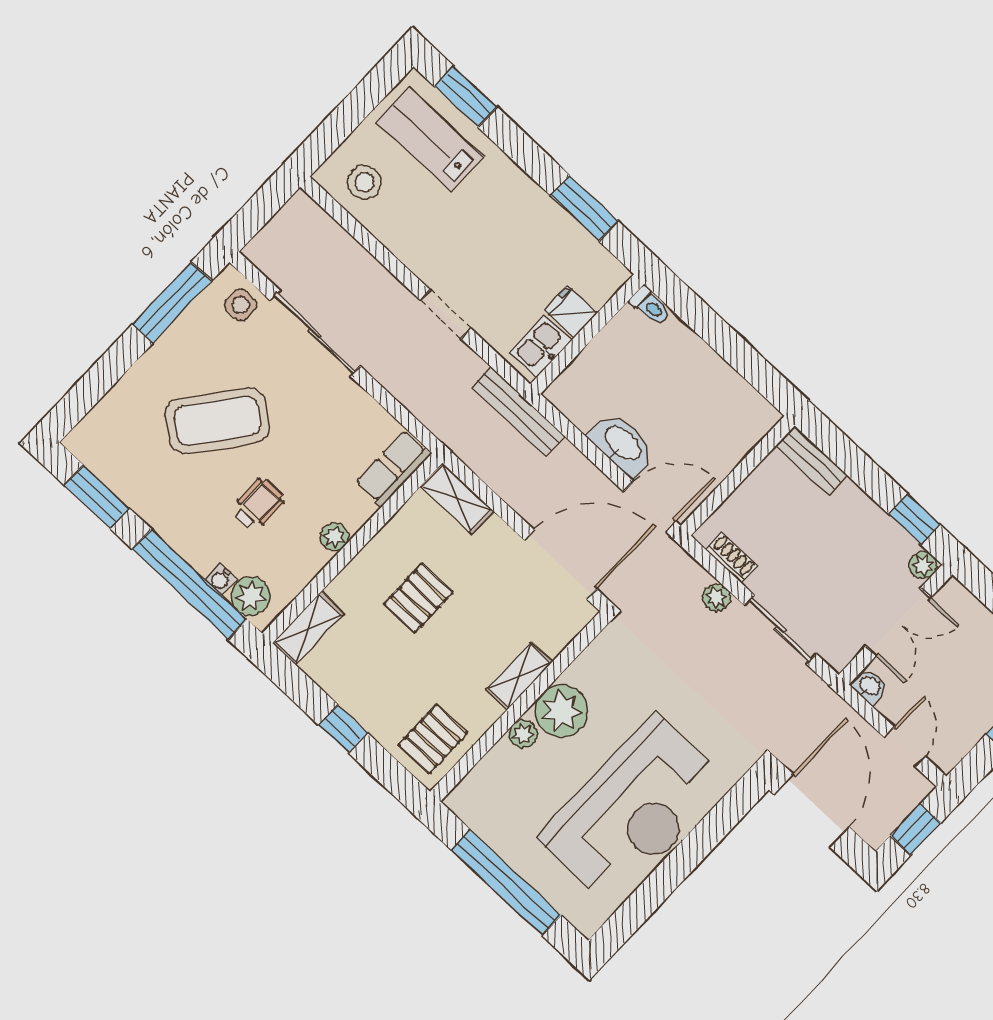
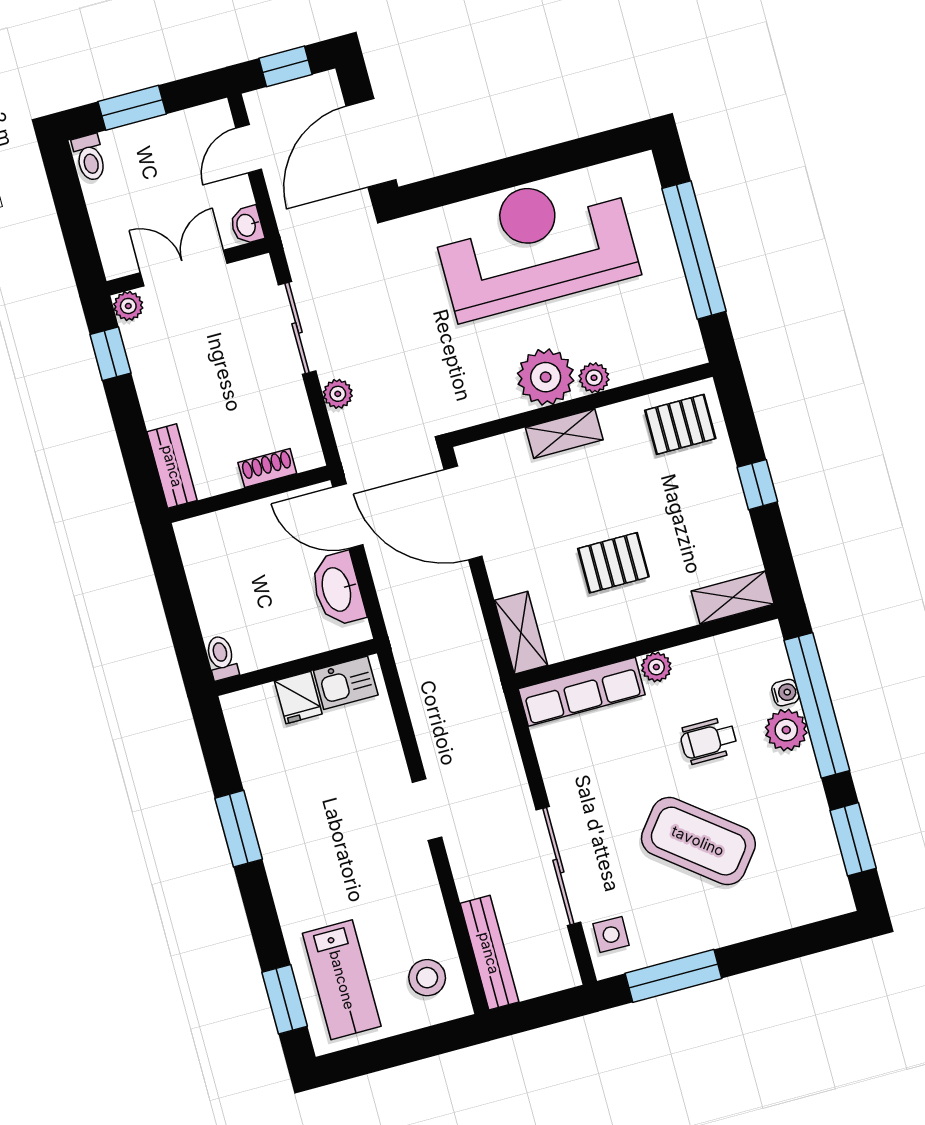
toilet: (650, 306) -> (221, 658), moved
fridge: (571, 312) -> (298, 698), moved
wall: (587, 334) -> (296, 667), moved
kitchen sink: (541, 346) -> (346, 683), moved
bench: (518, 412) -> (489, 953), moved
row of seats: (393, 468) -> (582, 692), width x1.48
shoe rack: (732, 558) -> (267, 468), moved, turned 90
plant: (251, 596) -> (786, 730), moved

